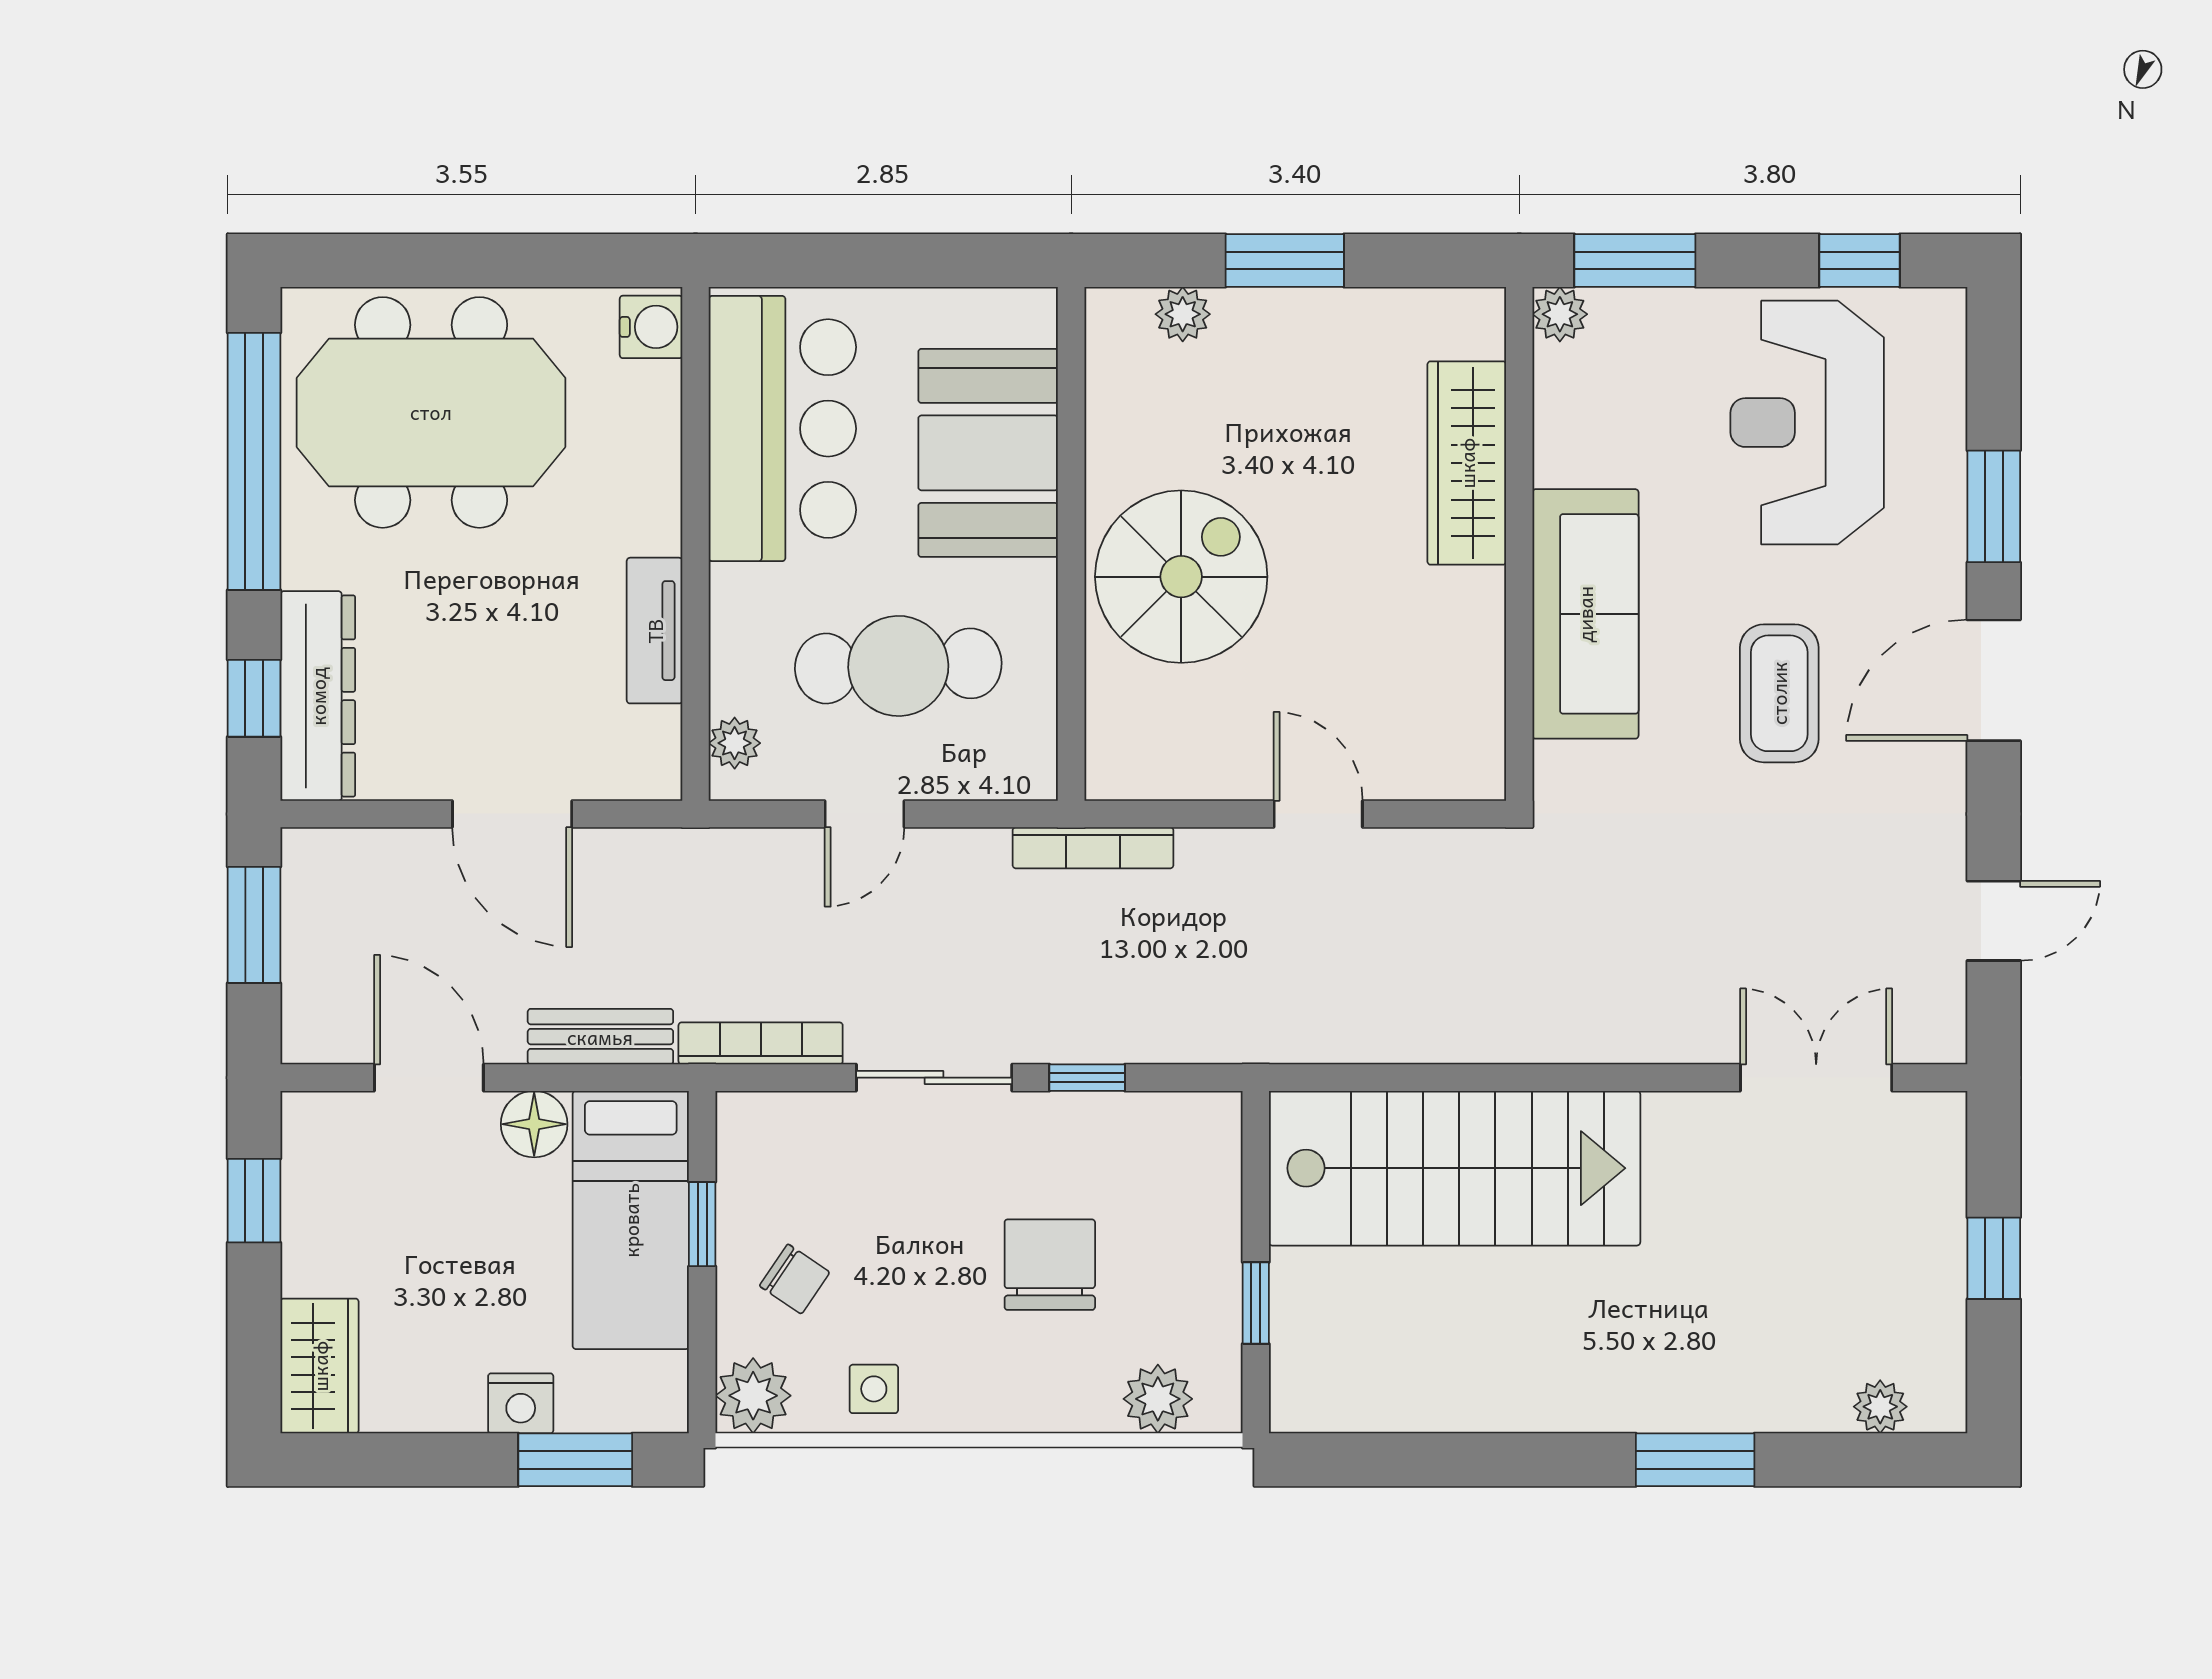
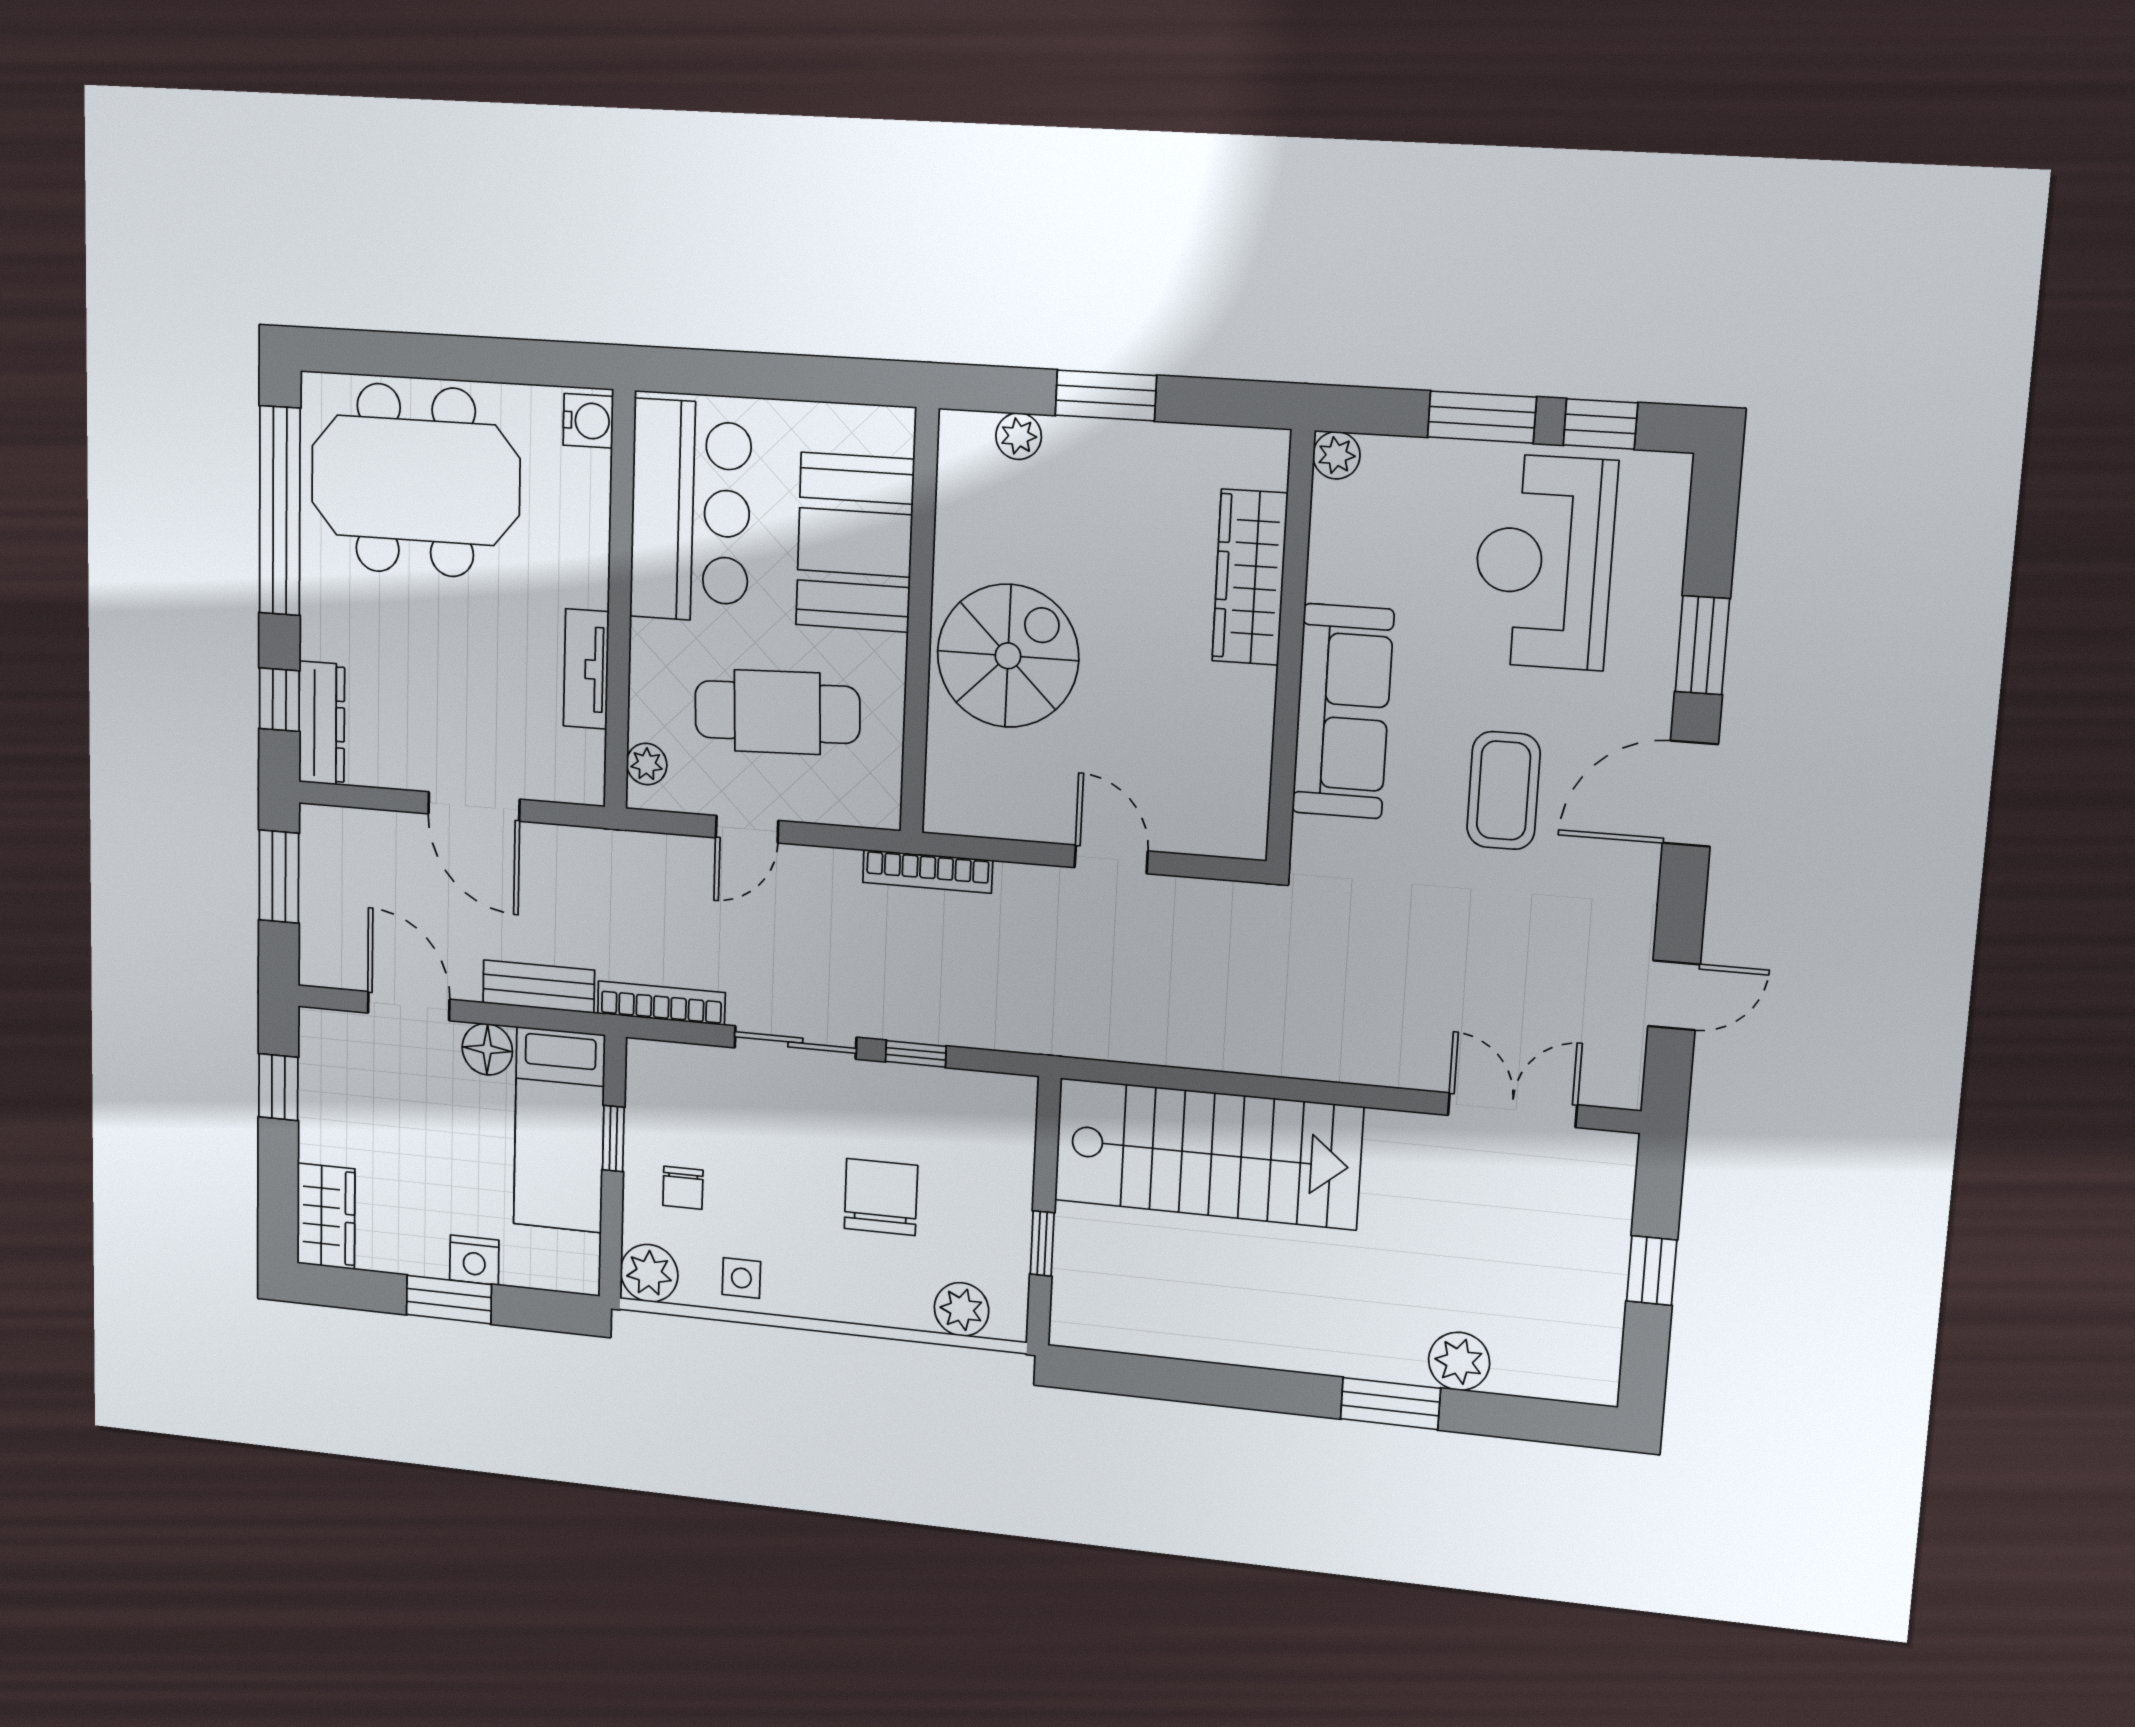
window: (1635, 260) -> (1482, 417), moved
dresser: (318, 696) -> (322, 723), width x0.73, depth x0.80
chair: (795, 1279) -> (683, 1188), turned 56
plant: (1880, 1407) -> (1459, 1361), moved, width x1.38, depth x1.38
window: (575, 1460) -> (449, 1300), moved

